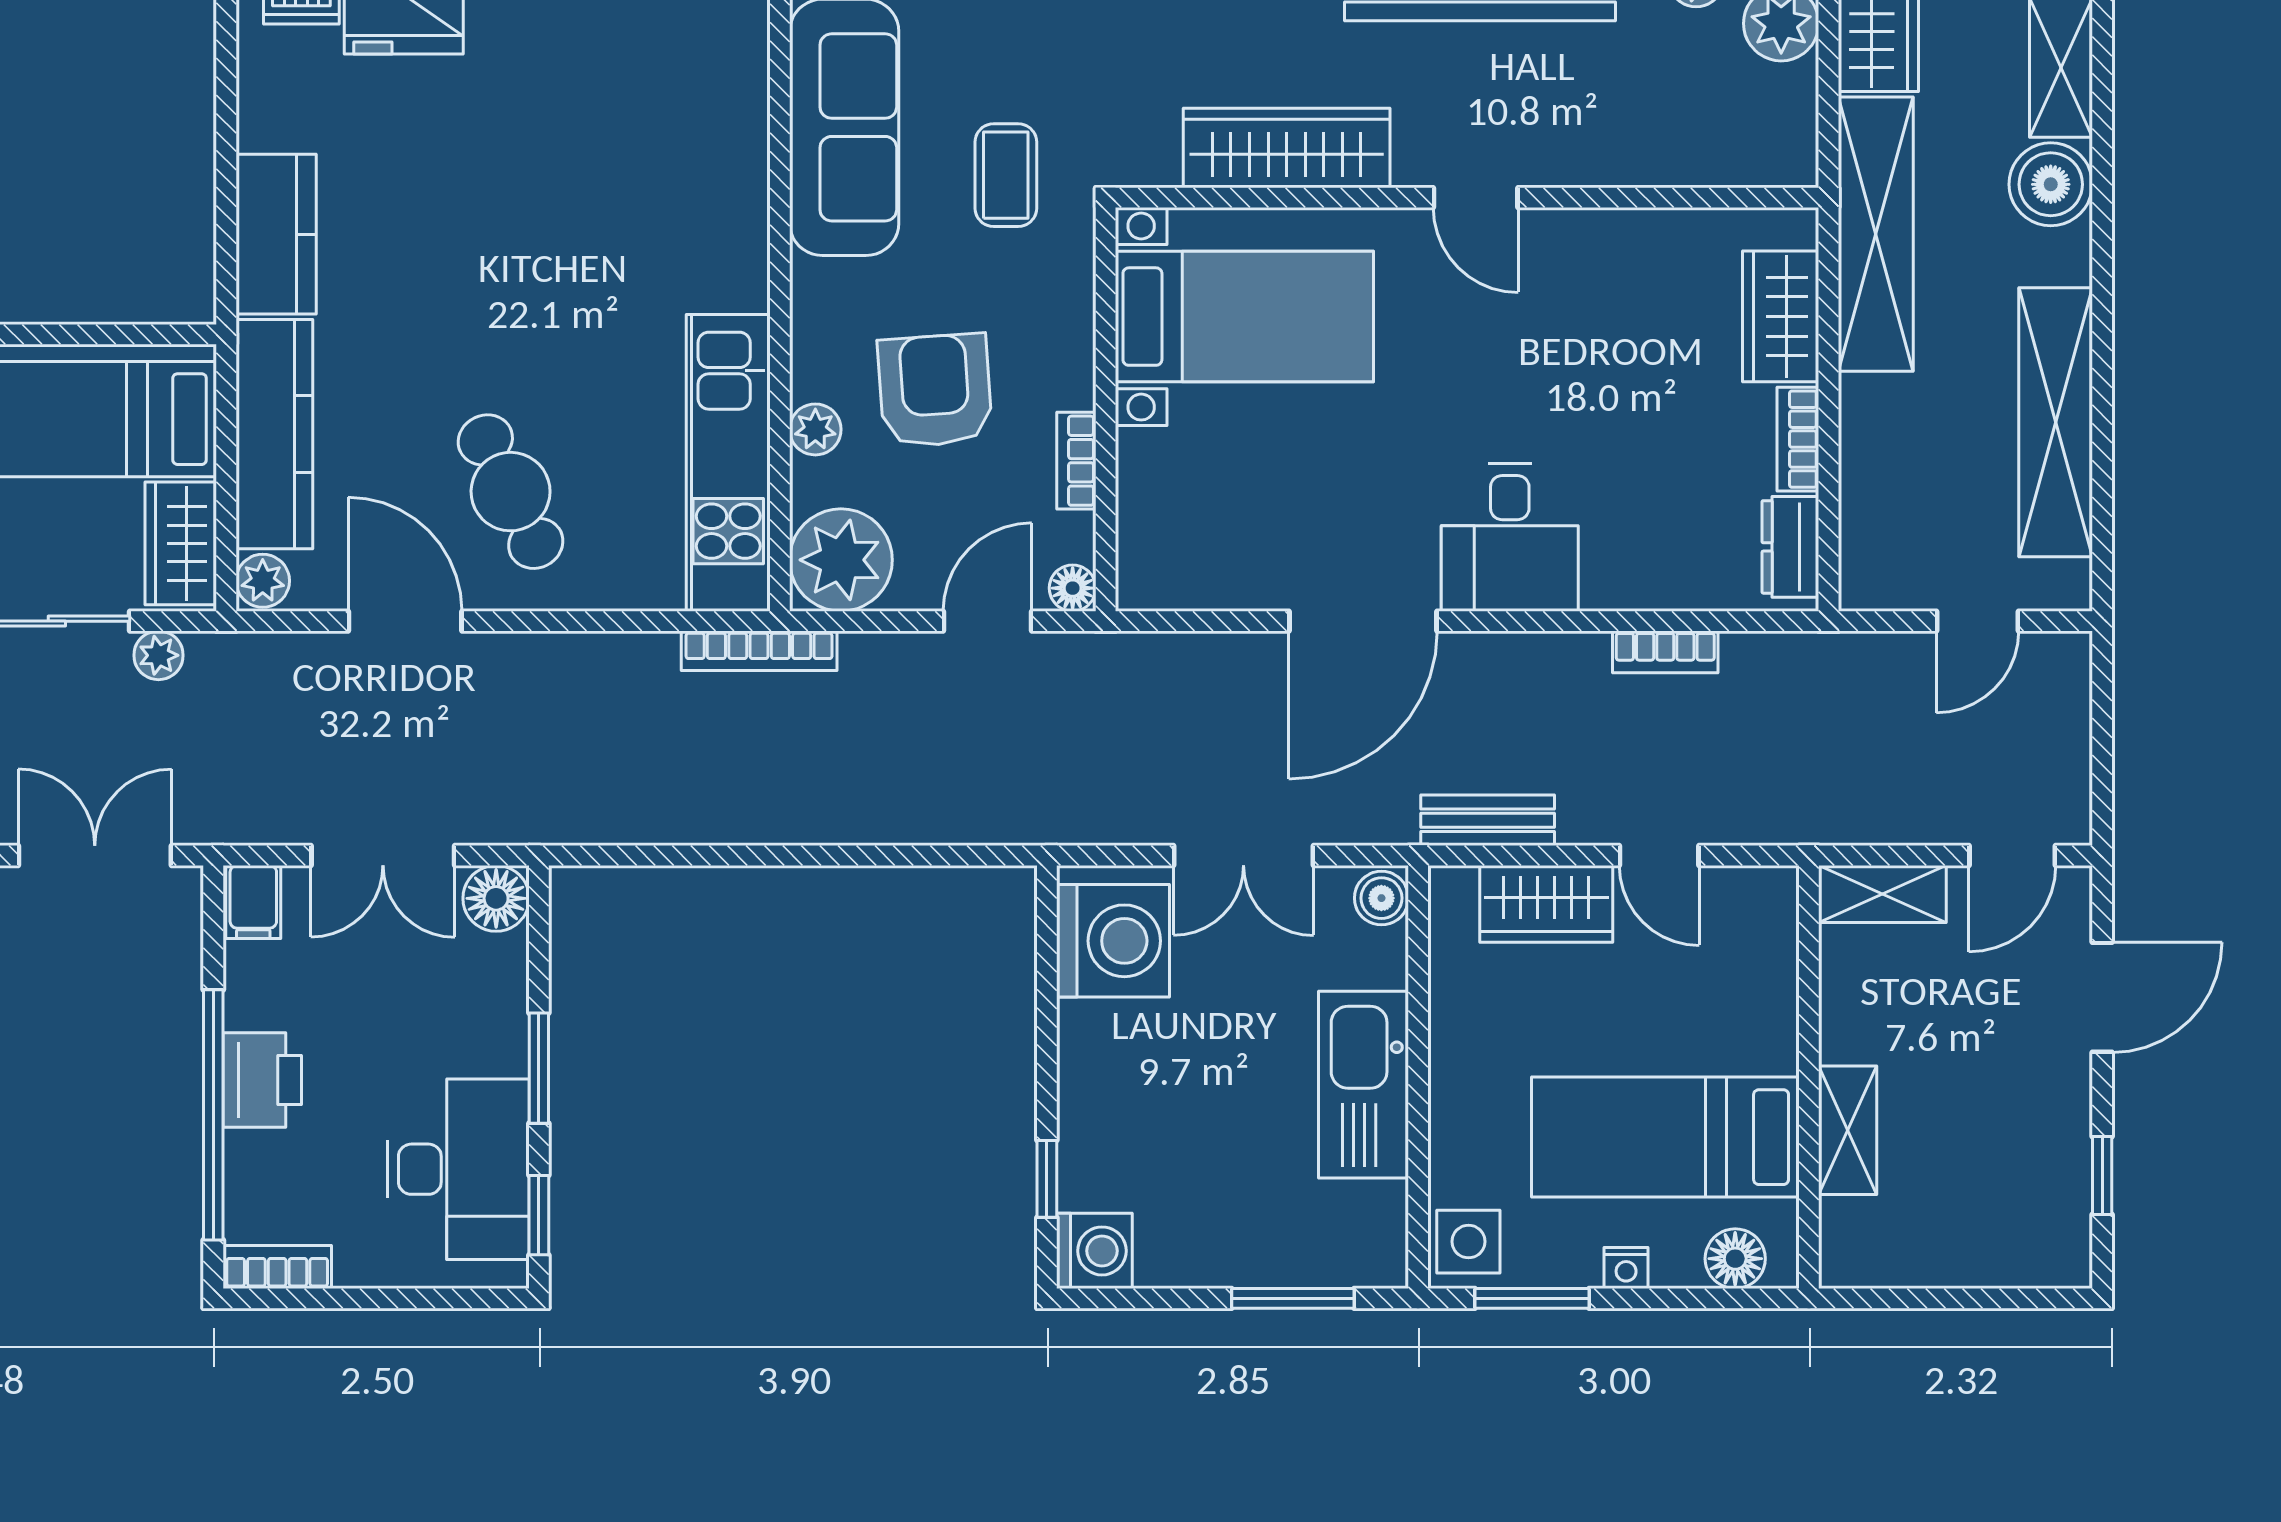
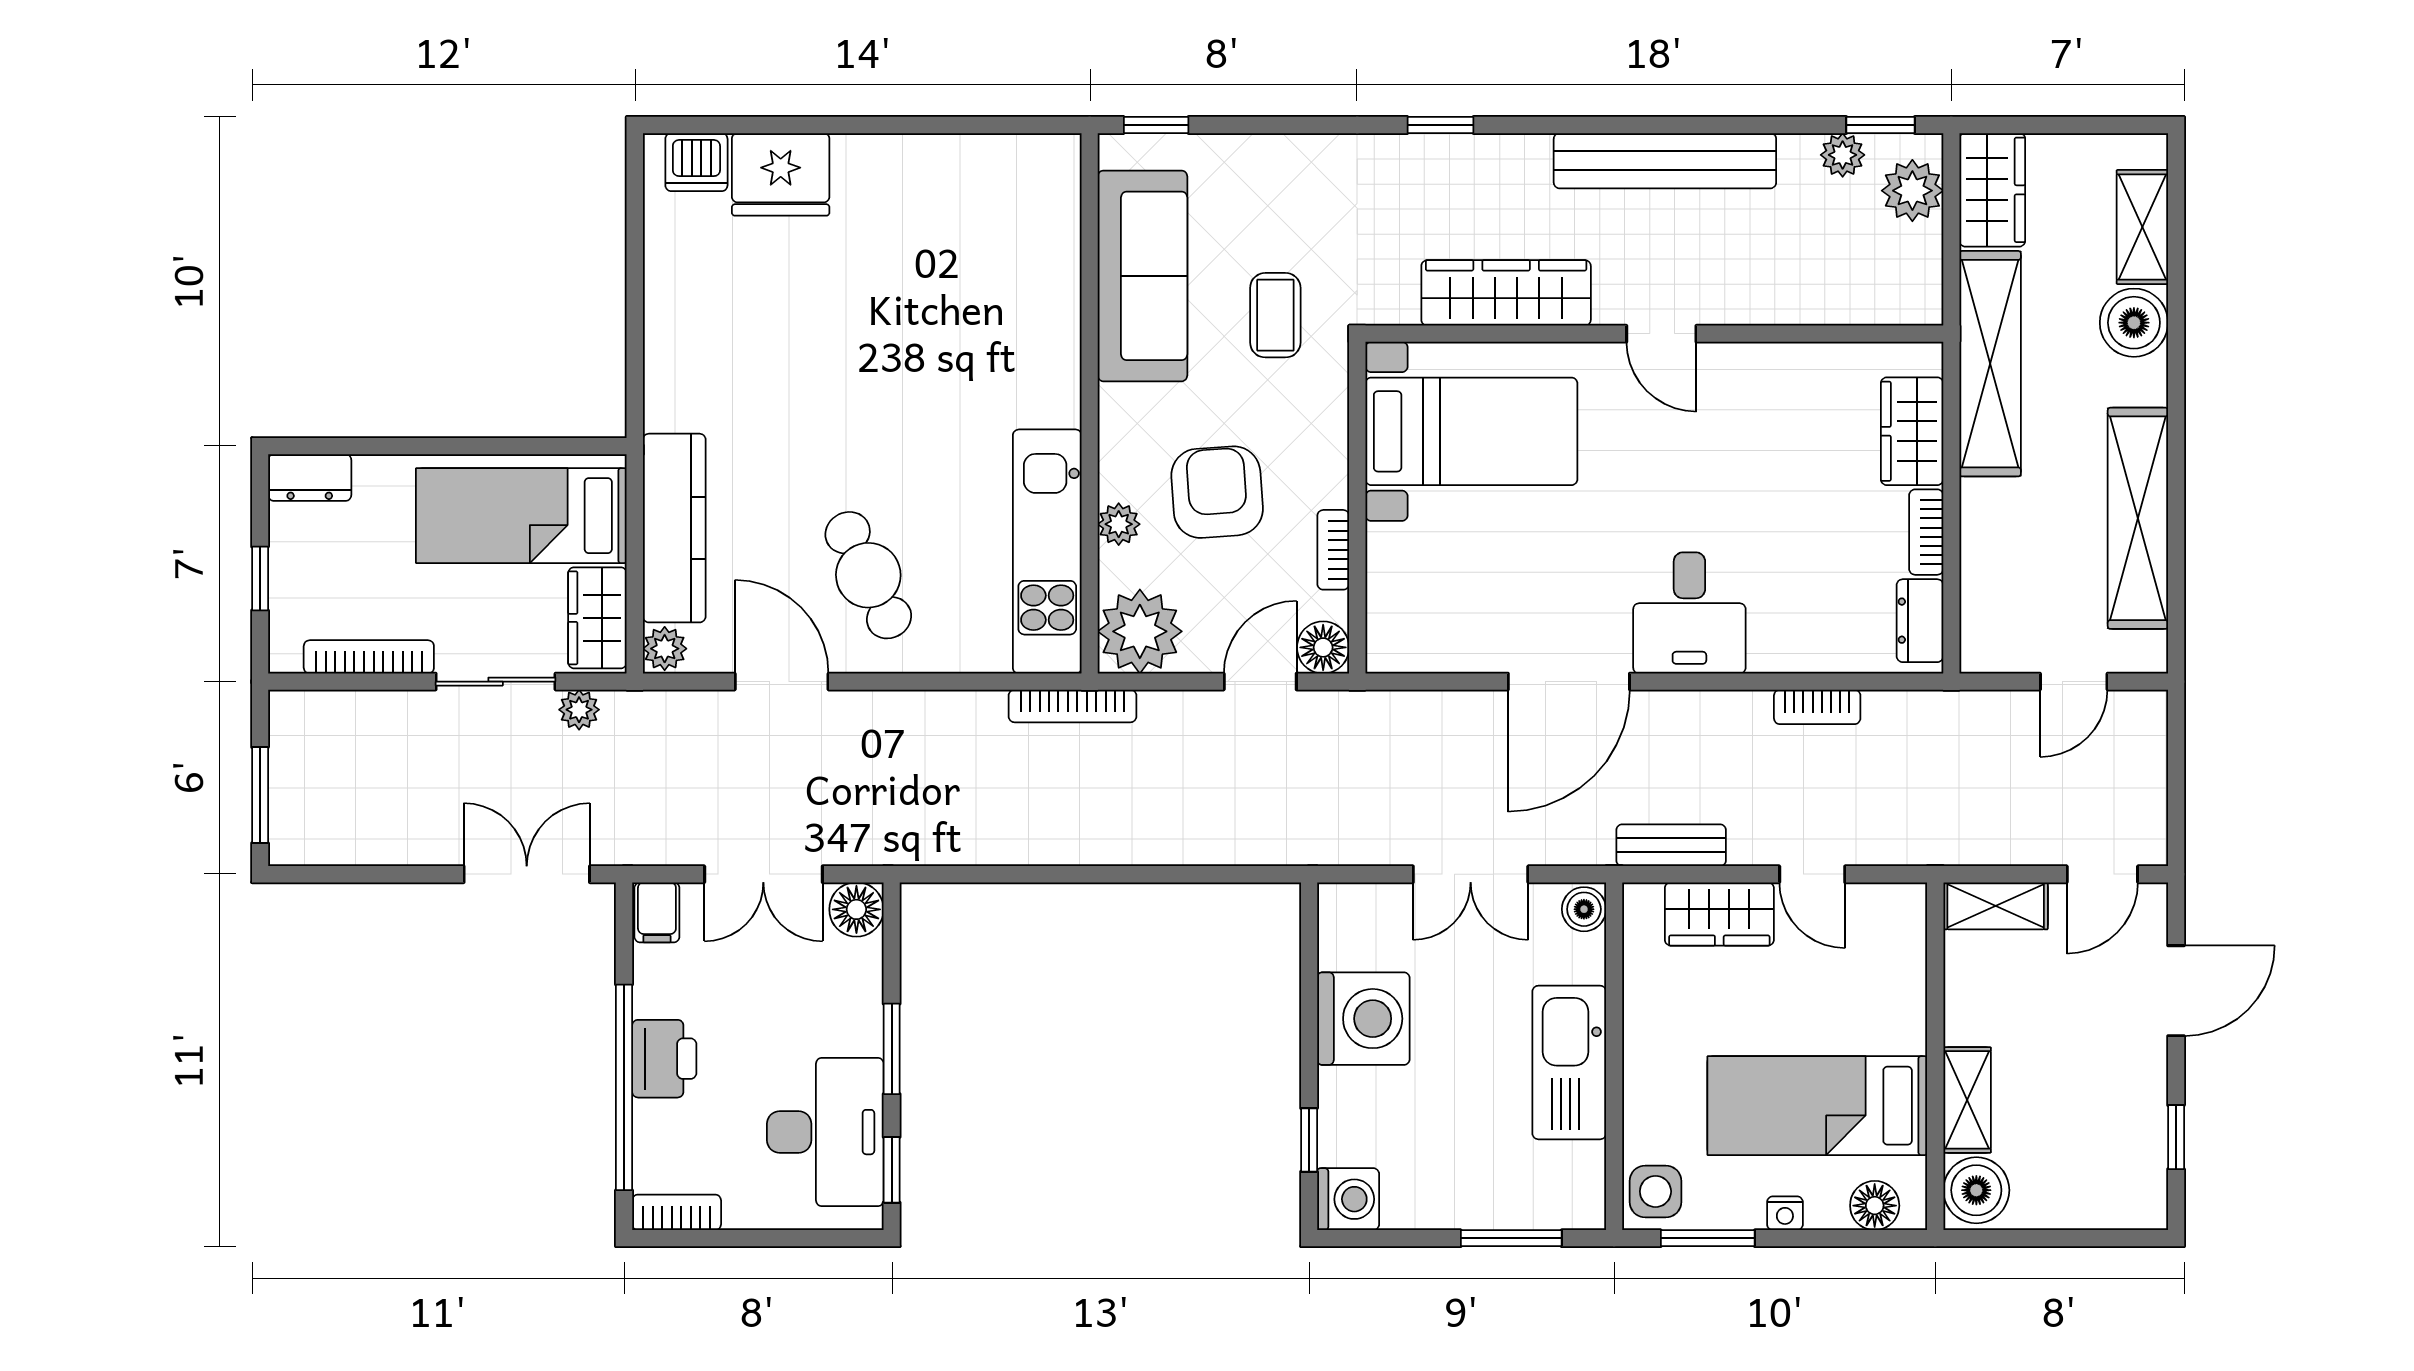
kitchen counter: (276, 234) -> (676, 364), removed
floor lamp: (1073, 588) -> (1323, 647), width x1.37, depth x1.37
washing machine: (1113, 941) -> (1363, 1019), moved
boiler: (1859, 1240) -> (1976, 1190), added

